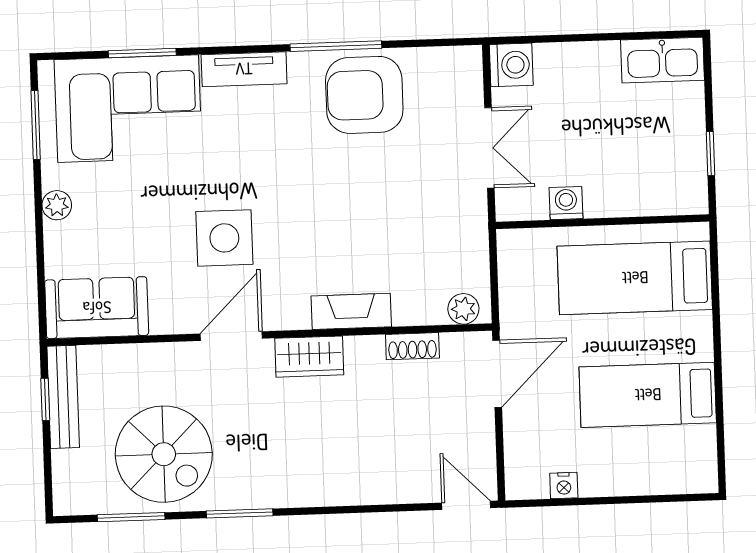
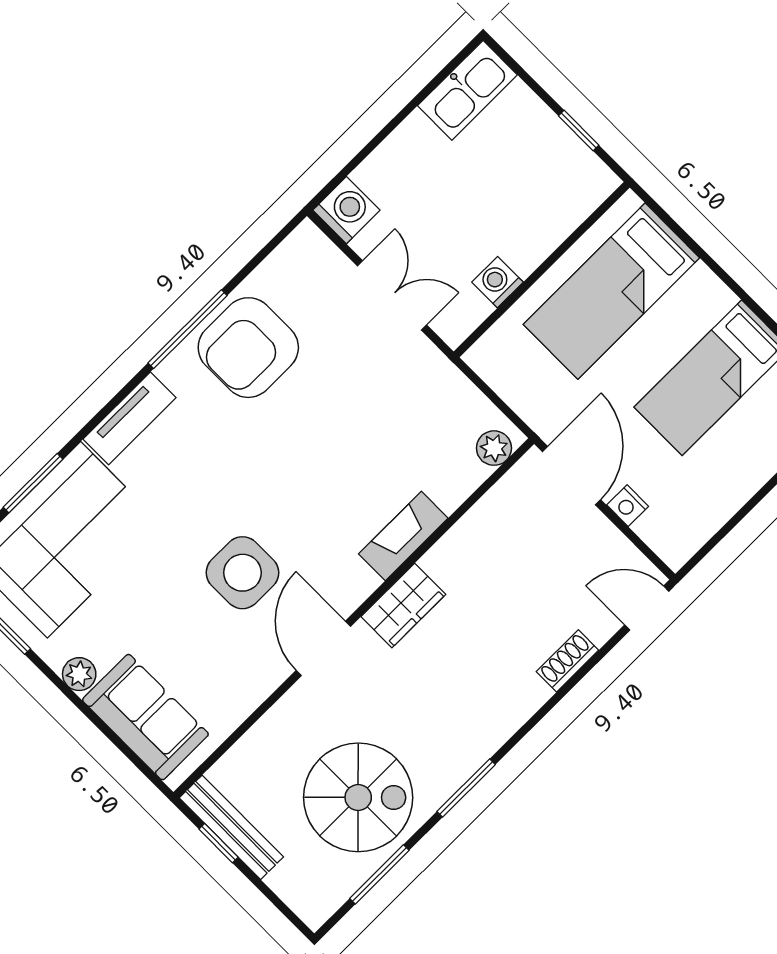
sofa: (97, 308) -> (145, 717), moved, turned 90
shoe rack: (412, 346) -> (567, 661), moved, turned 180
nightstand: (564, 485) -> (628, 506), moved, turned 90

